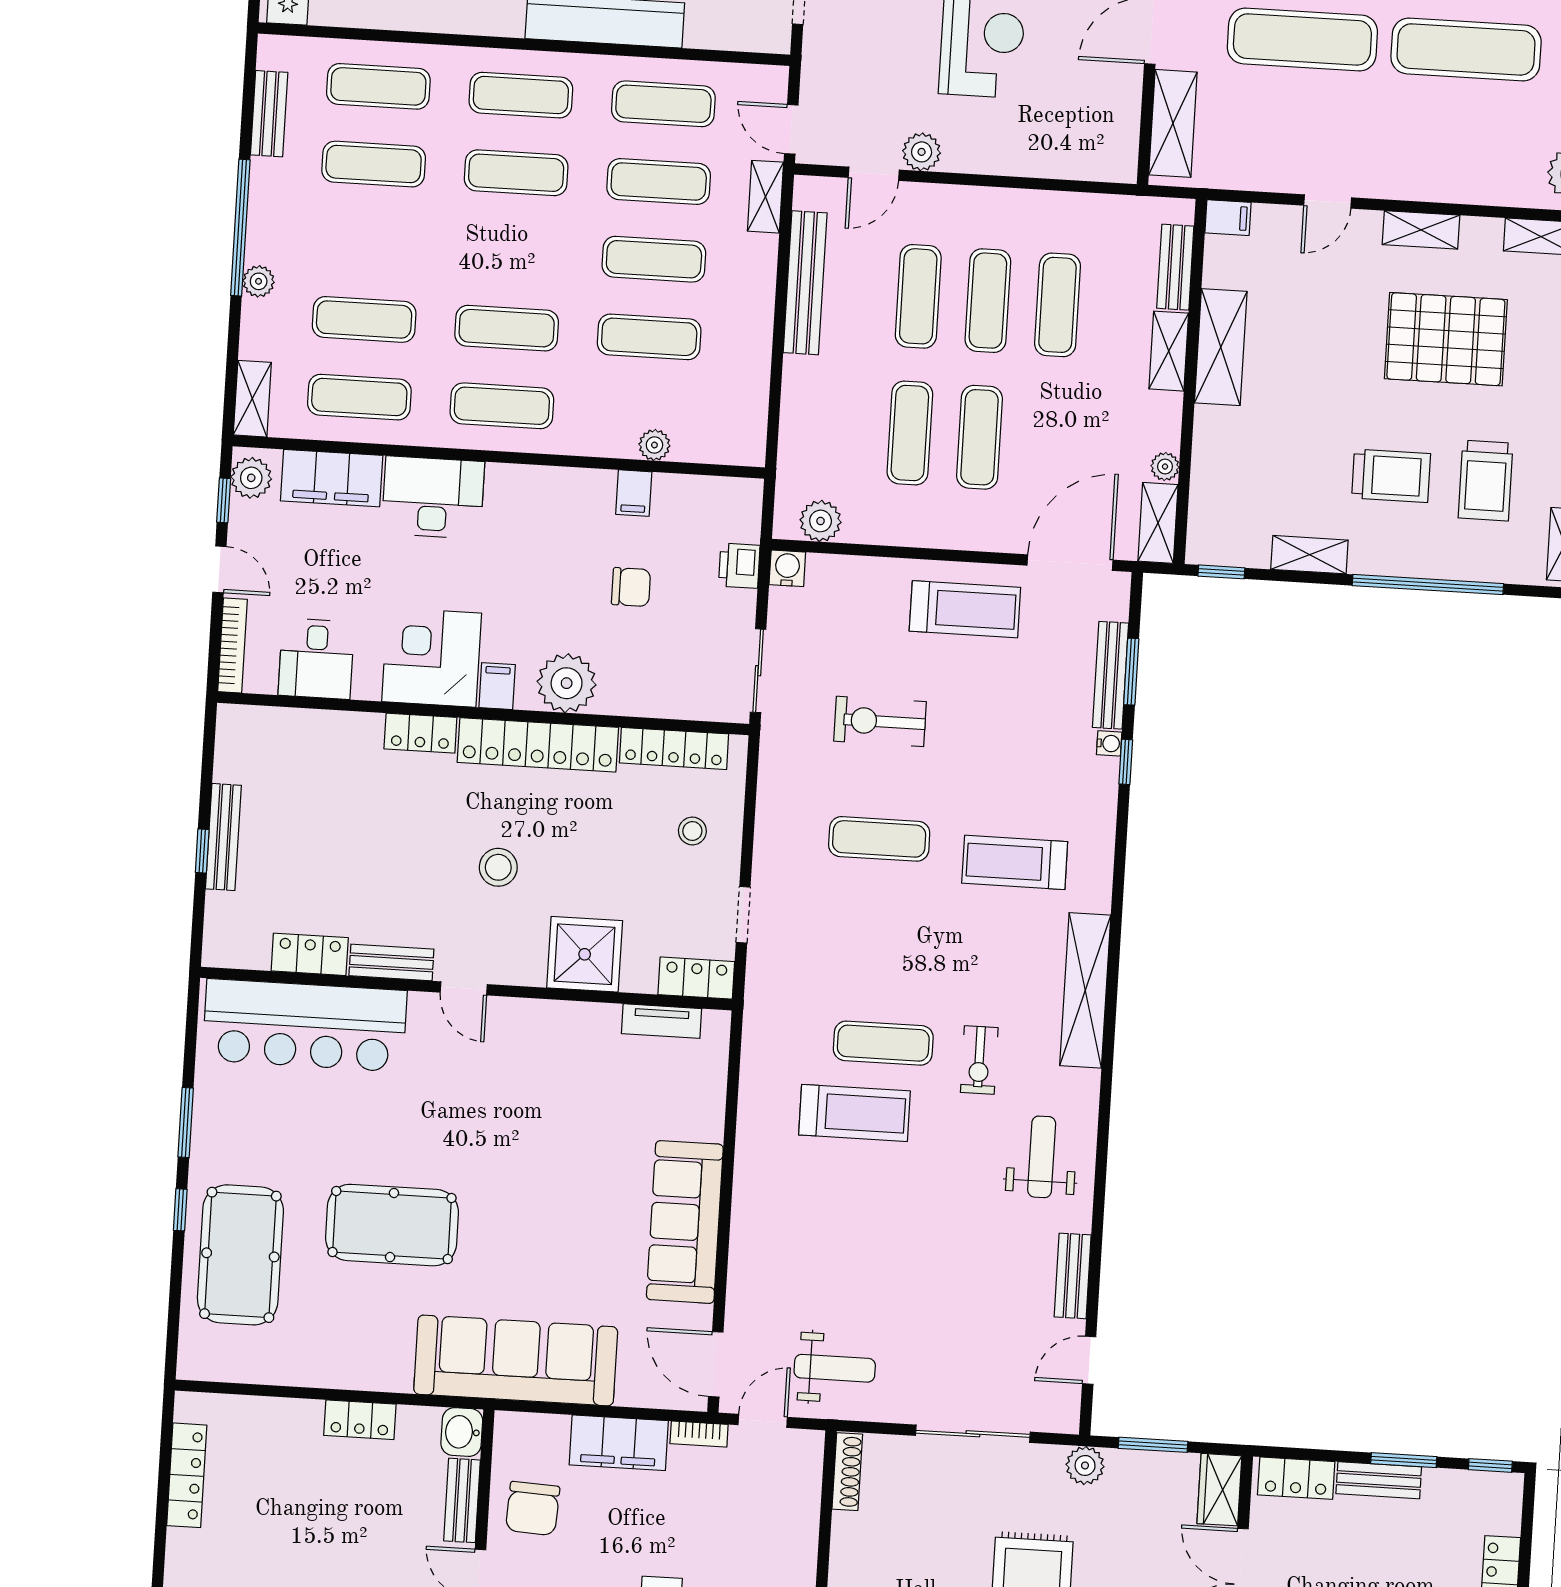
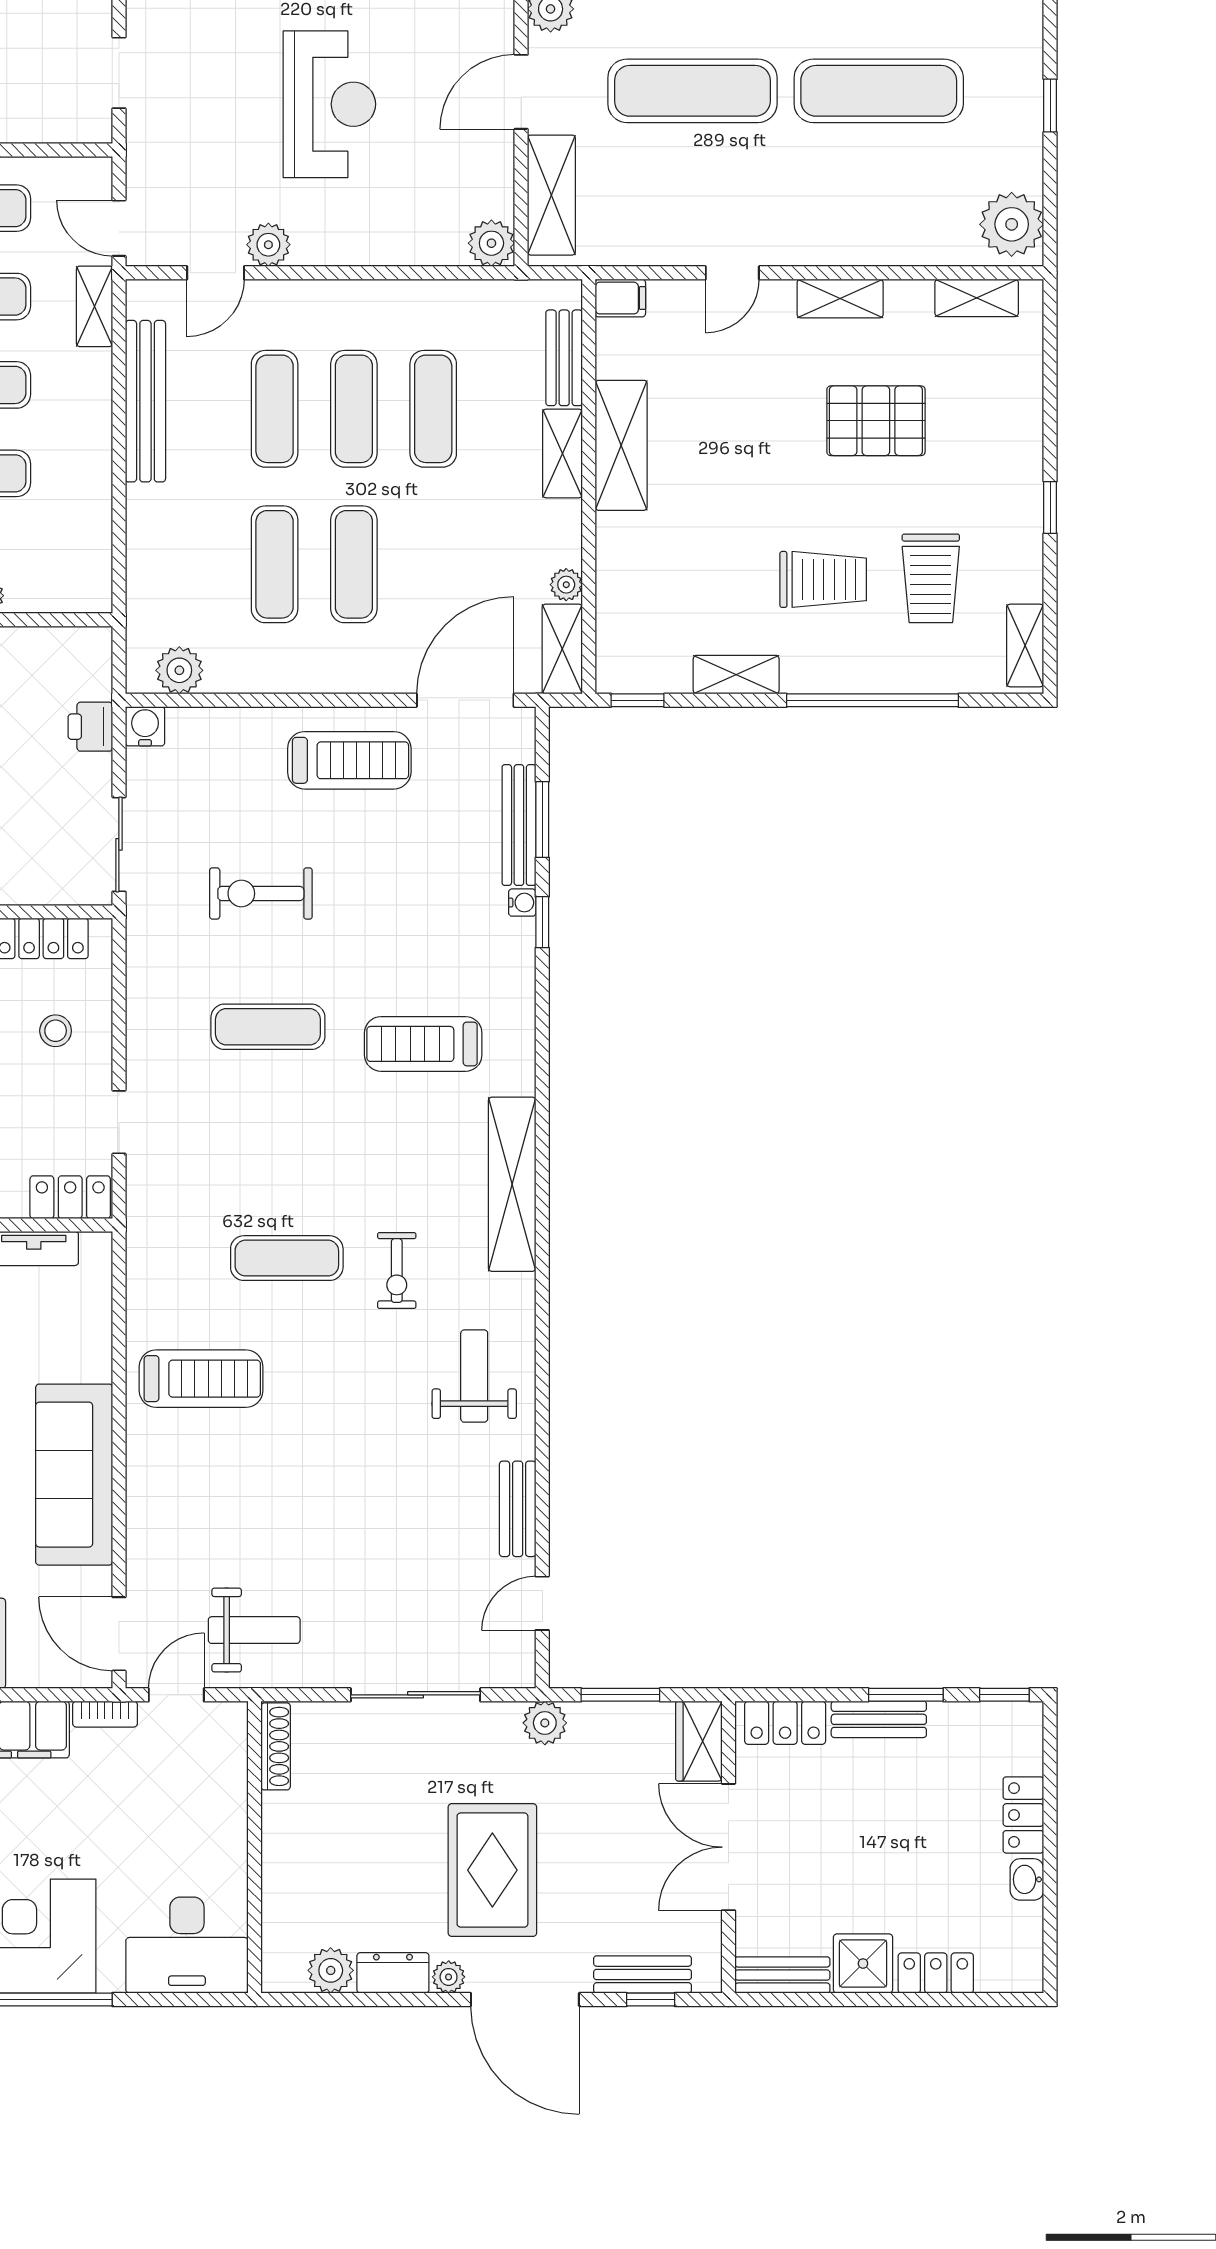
plant: (1118, 163) -> (491, 243), added
pallet: (1446, 339) -> (876, 421), width x0.73, depth x0.71
treadmill: (854, 1113) -> (201, 1379), moved

